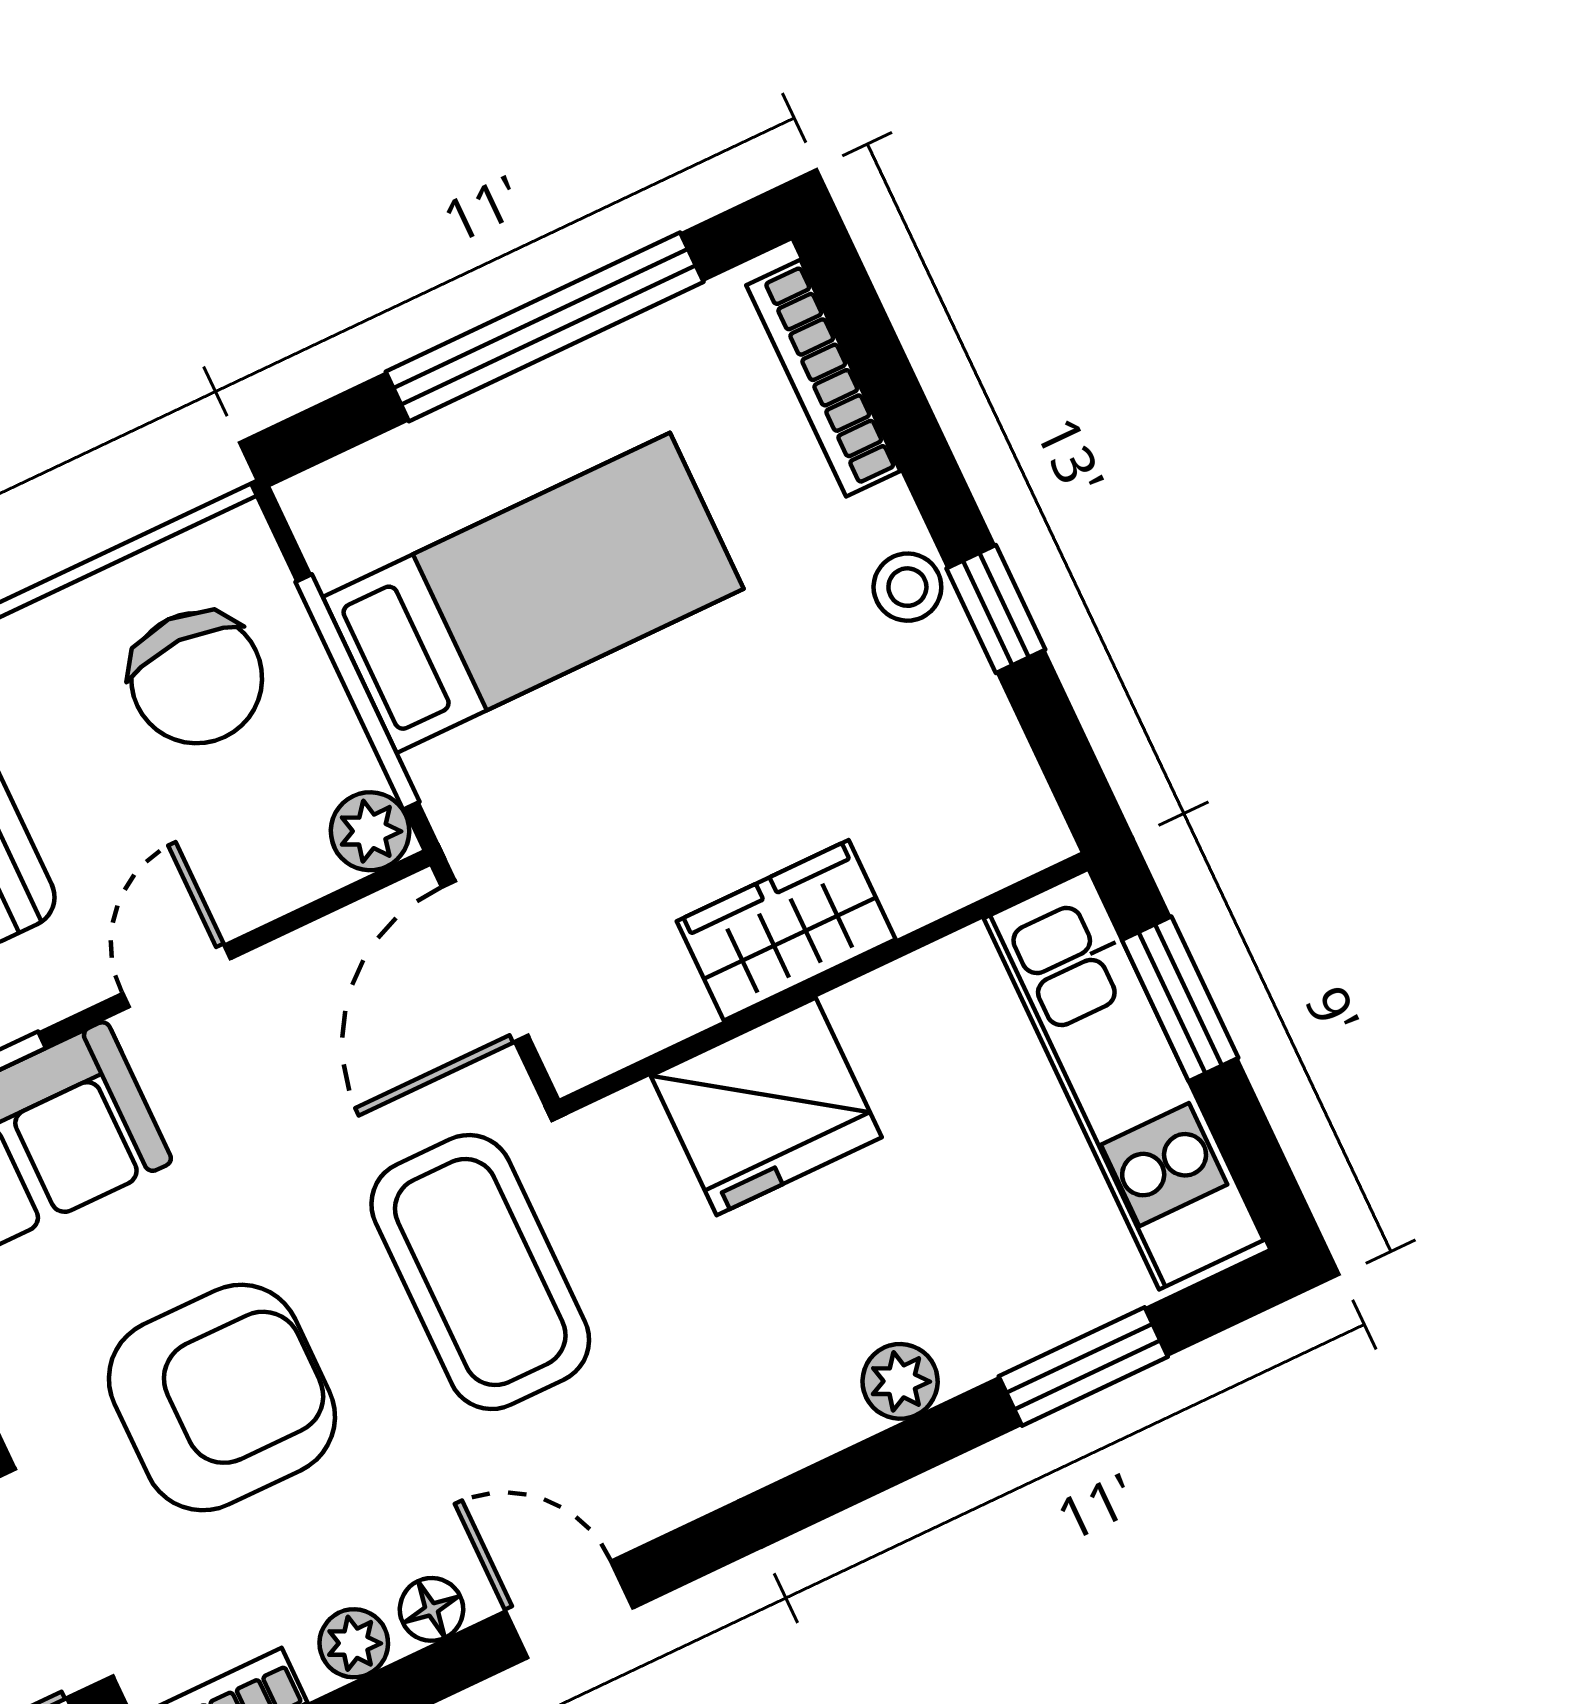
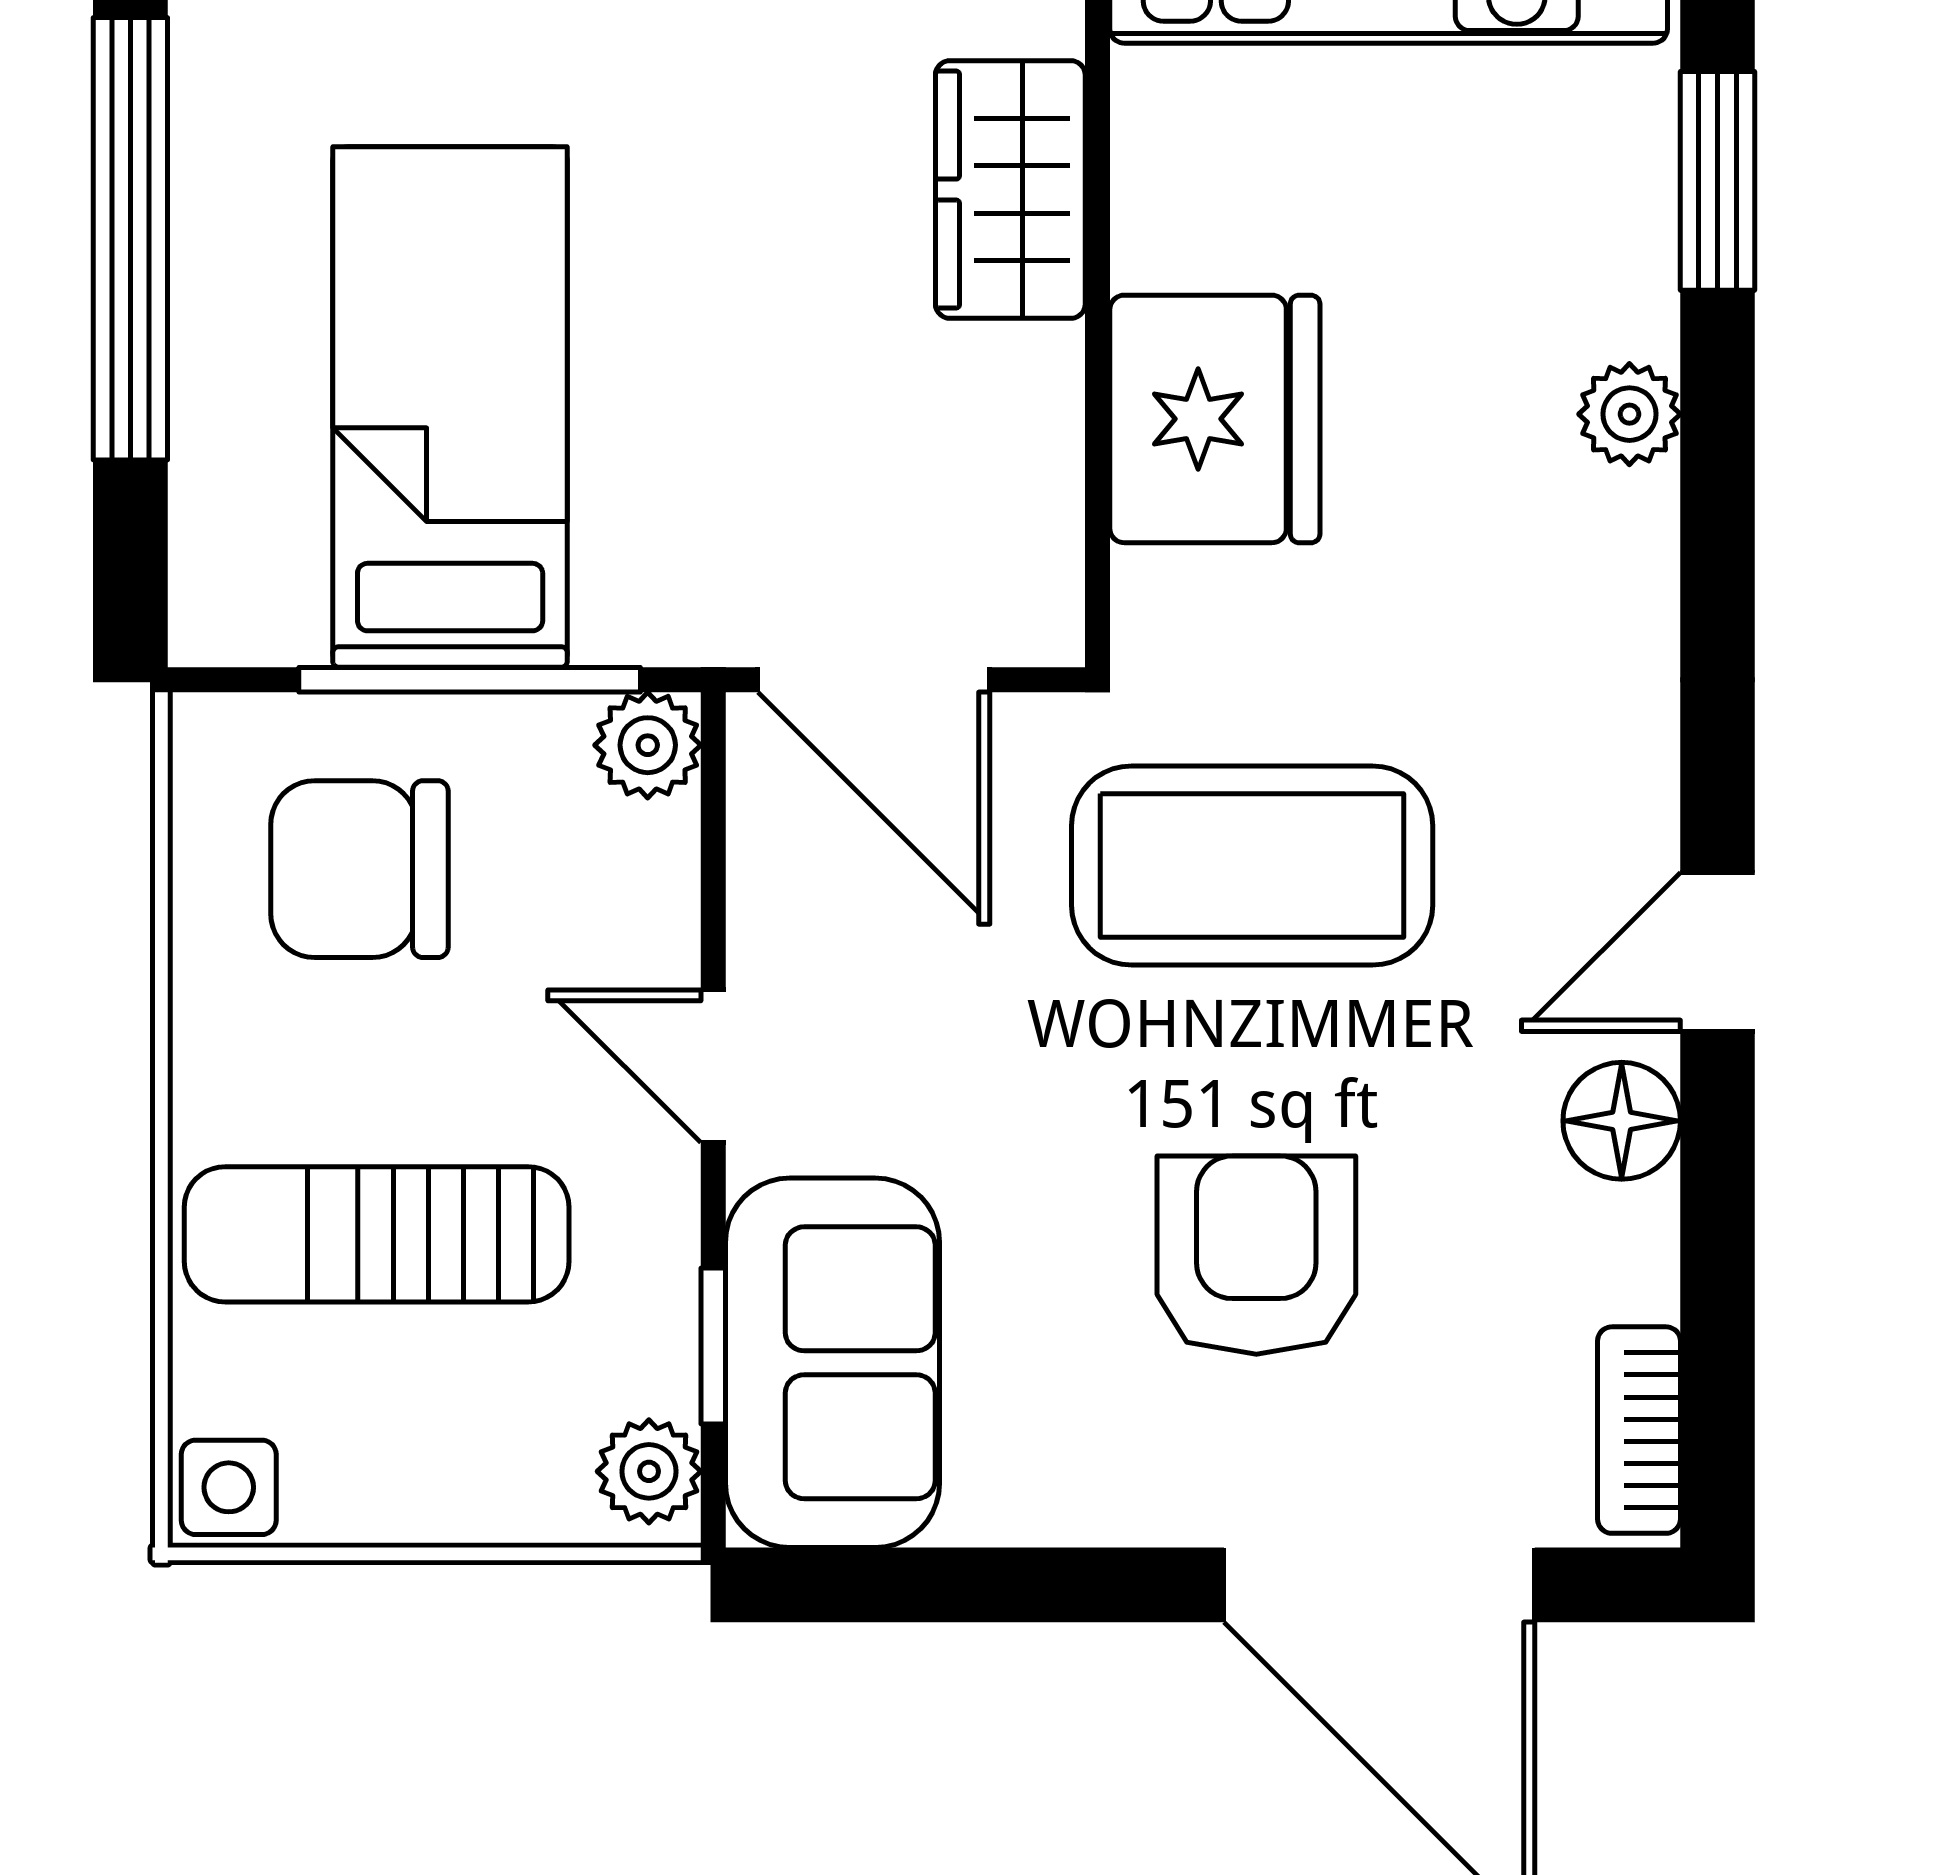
chair: (197, 678) -> (360, 869), turned 180
wardrobe: (786, 930) -> (1010, 190), moved
armchair: (222, 1398) -> (1256, 1255), width x0.73, depth x0.73
floor lamp: (432, 1609) -> (1622, 1121), width x1.37, depth x1.37
plant: (354, 1643) -> (1634, 1236), removed

